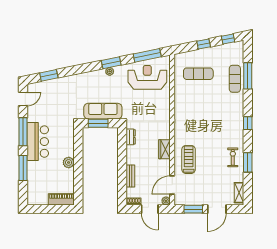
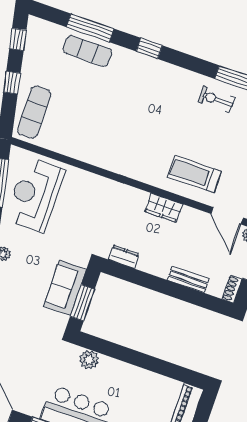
exercise mat: (198, 74) -> (34, 112), moved
sofa: (103, 111) -> (65, 288), width x0.73
window: (248, 123) -> (149, 48), moved
plant: (69, 162) -> (89, 360), moved

